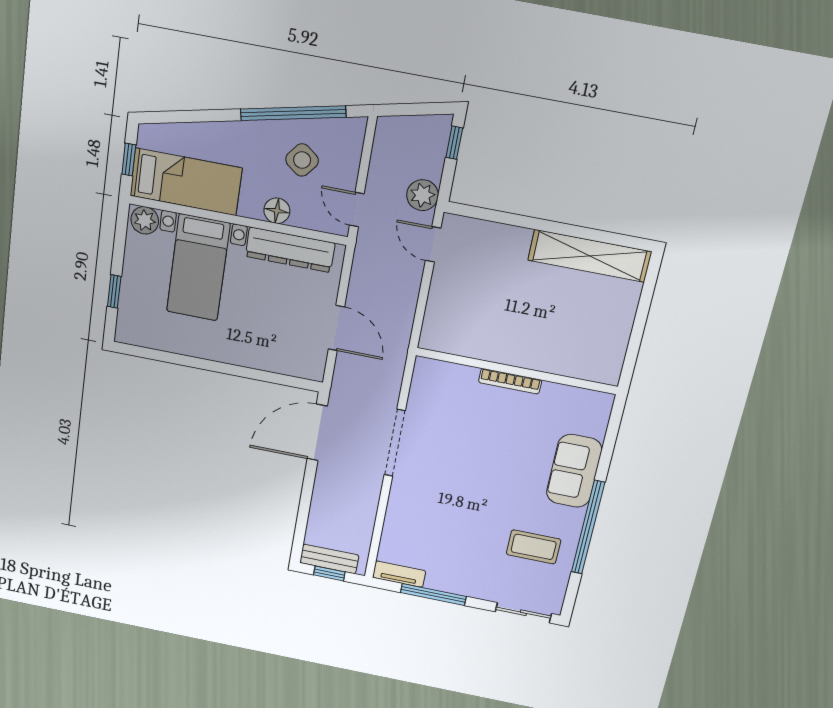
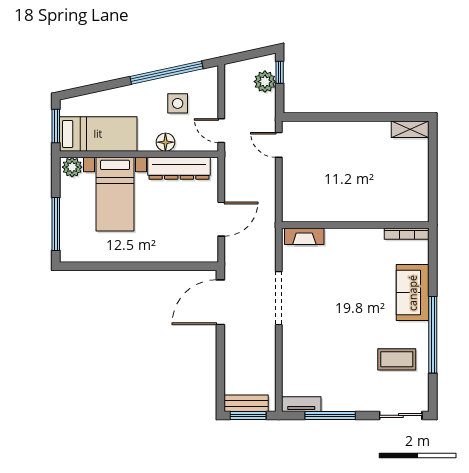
window: (129, 160) -> (56, 126), width x1.50
side table: (302, 160) -> (178, 103), turned -38
plant: (422, 195) -> (265, 82), moved
shelving: (590, 256) -> (410, 129), width x0.45, depth x0.75
window: (114, 291) -> (56, 224), width x2.17
door: (336, 328) -> (221, 219), hinge flipped
fireplace: (444, 372) -> (304, 236), added
bookcase: (510, 381) -> (407, 234), moved
window: (329, 573) -> (248, 415), width x1.50

